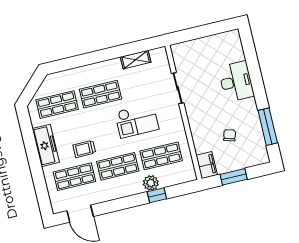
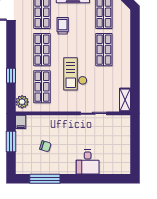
shelving: (136, 60) -> (125, 100), moved
desk: (236, 82) -> (88, 162), width x0.73
filing cabinet: (207, 165) -> (21, 122), width x0.50
plant: (151, 183) -> (22, 102), moved

